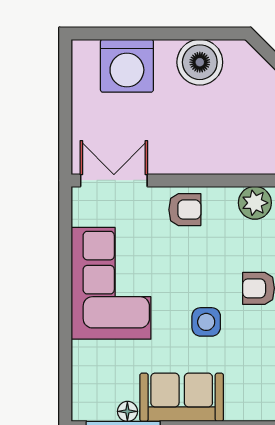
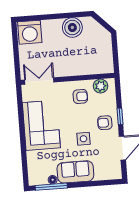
washing machine: (127, 66) -> (30, 32), moved
armchair: (185, 210) -> (80, 96), moved

